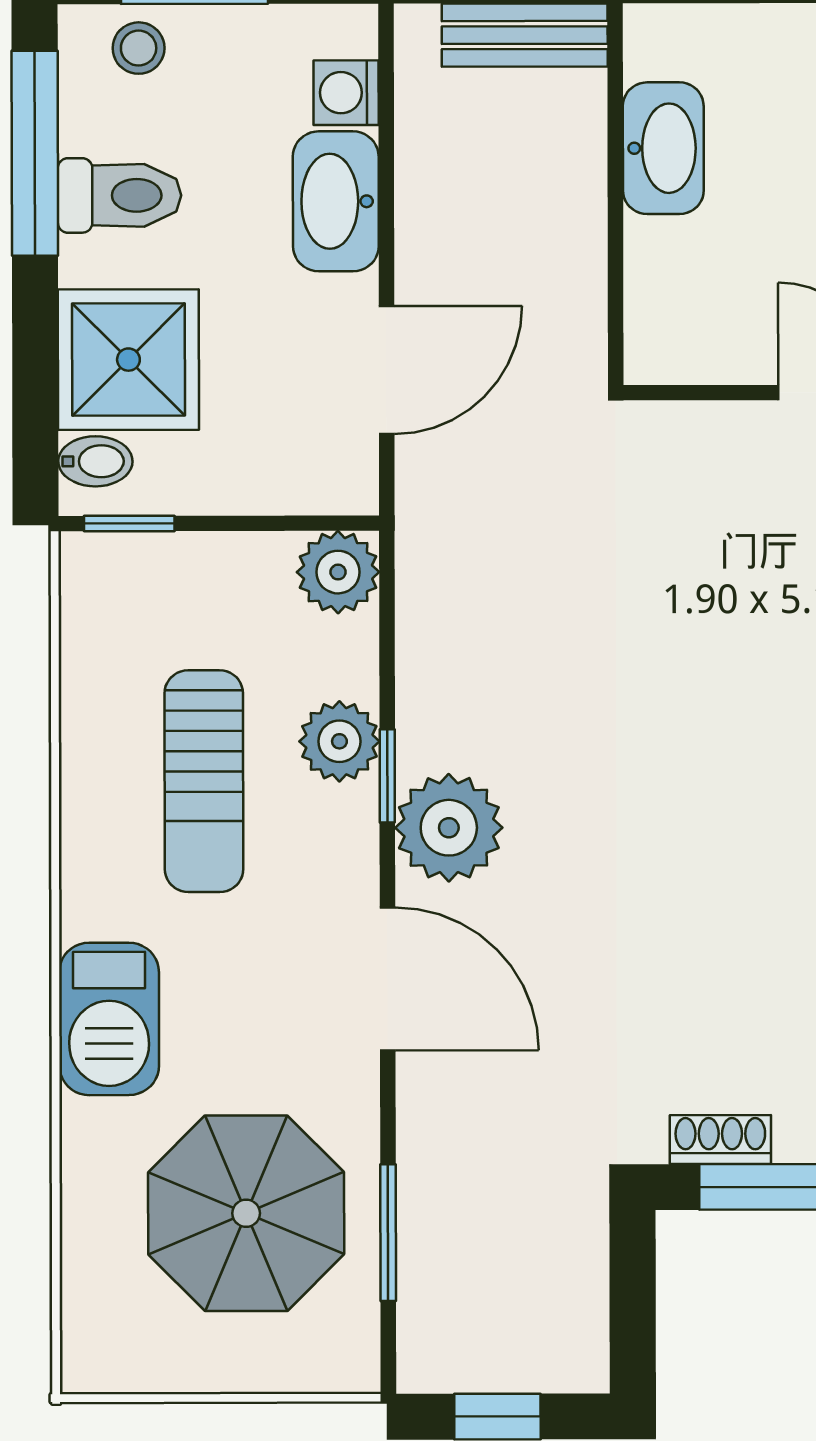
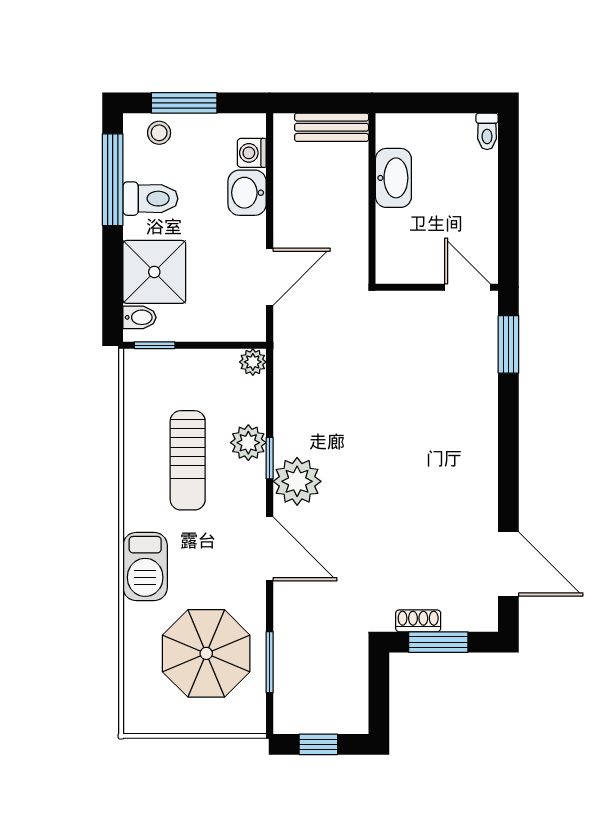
washbasin: (336, 201) -> (247, 193), width x0.72
plant: (338, 572) -> (253, 362), width x0.73, depth x0.73

